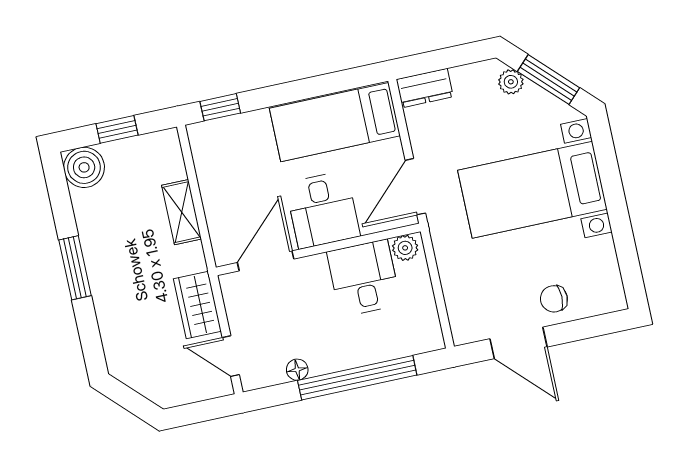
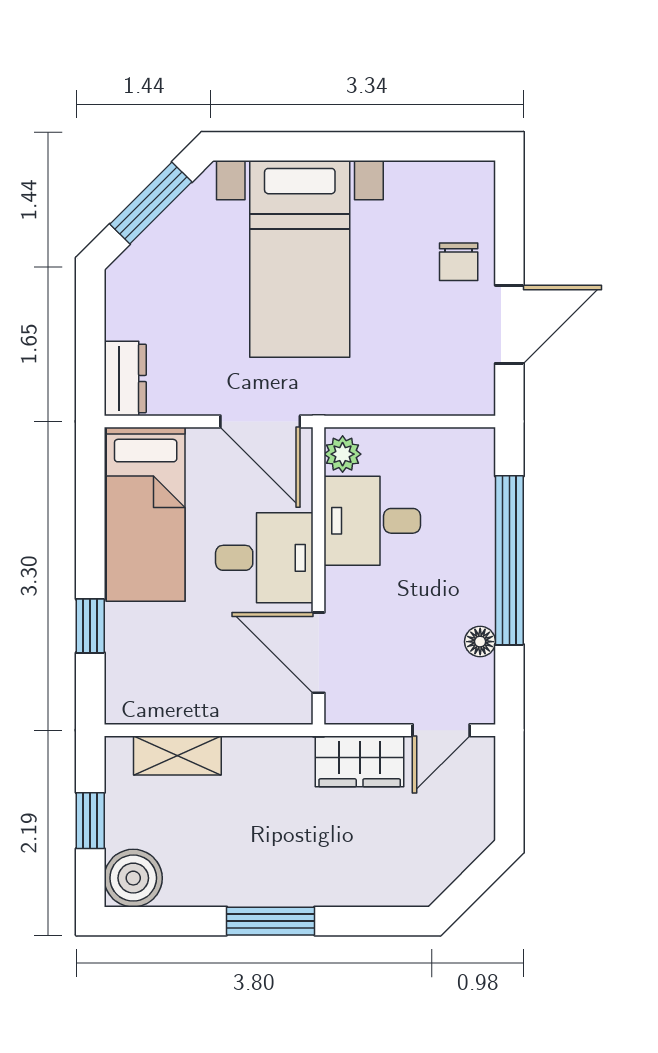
plant: (511, 82) -> (143, 256), removed
window: (220, 107) -> (90, 626), moved
shelving: (182, 212) -> (177, 755), moved

